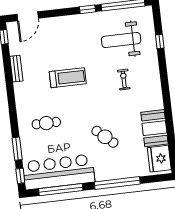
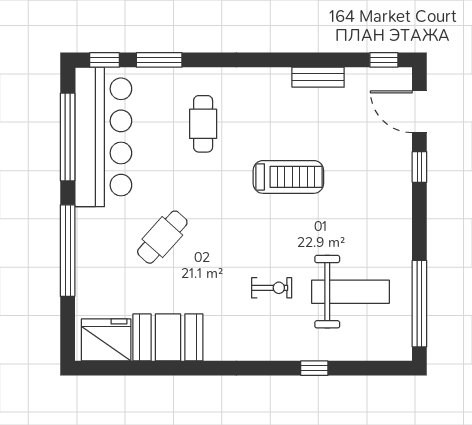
window: (88, 9) -> (419, 167), moved
weight bench: (121, 40) -> (351, 292), turned 90
window: (160, 42) -> (314, 368), moved
treadmill: (68, 78) -> (288, 177), turned -90

